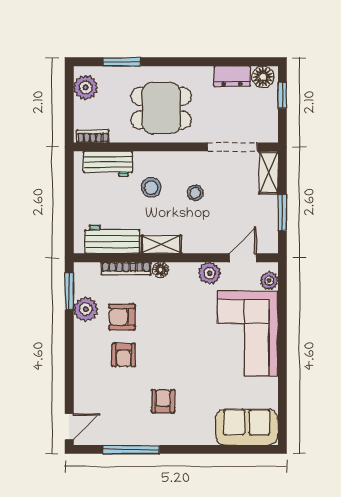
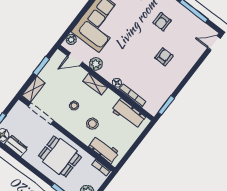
shelving: (161, 244) -> (95, 84), moved
plant: (86, 309) -> (165, 91), removed
armchair: (122, 317) -> (151, 75), removed

